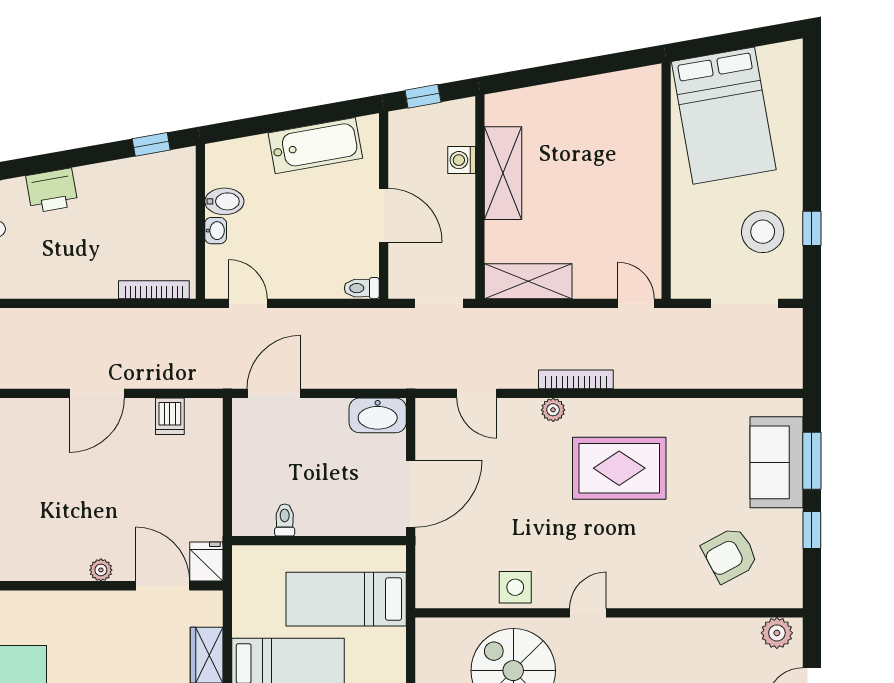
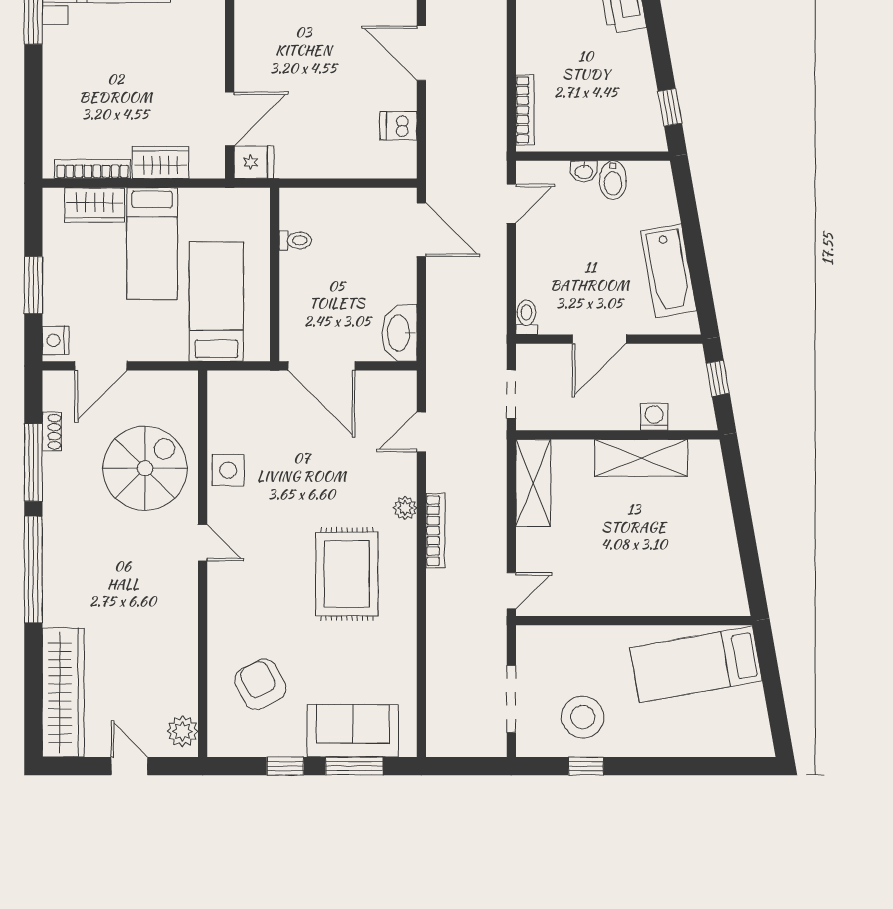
bed: (724, 116) -> (696, 664), width x0.67
plant: (101, 570) -> (245, 57), removed

